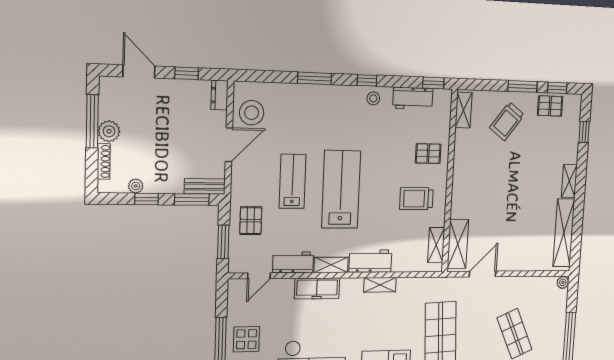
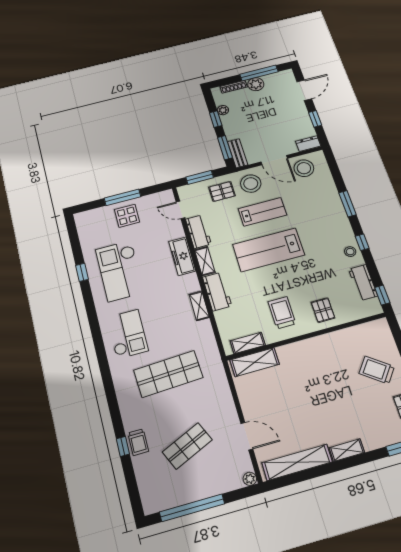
shelving: (464, 110) -> (371, 328), removed
stool: (251, 183) -> (251, 184), added
lab bench: (341, 189) -> (269, 250), turned 180
door: (483, 274) -> (247, 436), moved

